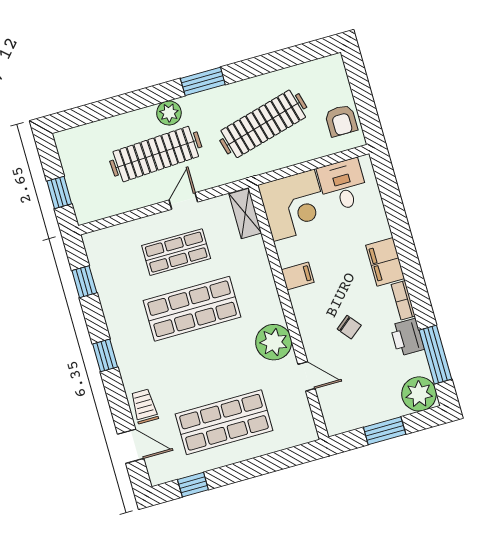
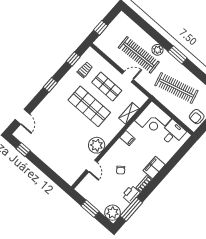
shelving: (245, 214) -> (129, 113), moved
trolley: (144, 406) -> (85, 70), moved
shop shelf: (224, 422) -> (54, 146), removed

